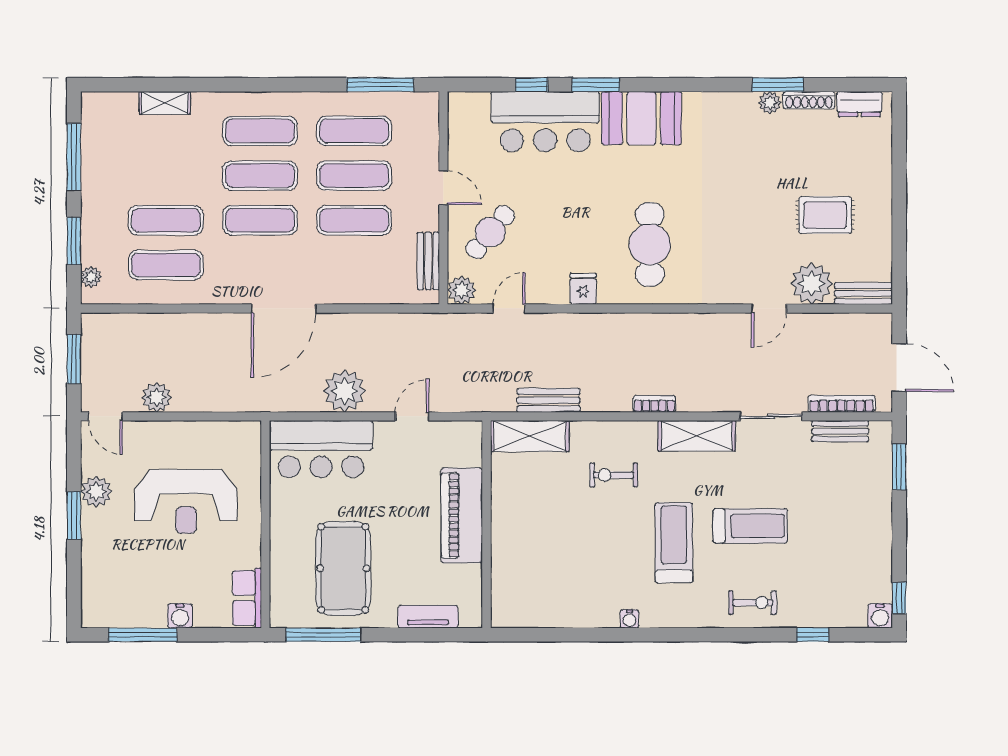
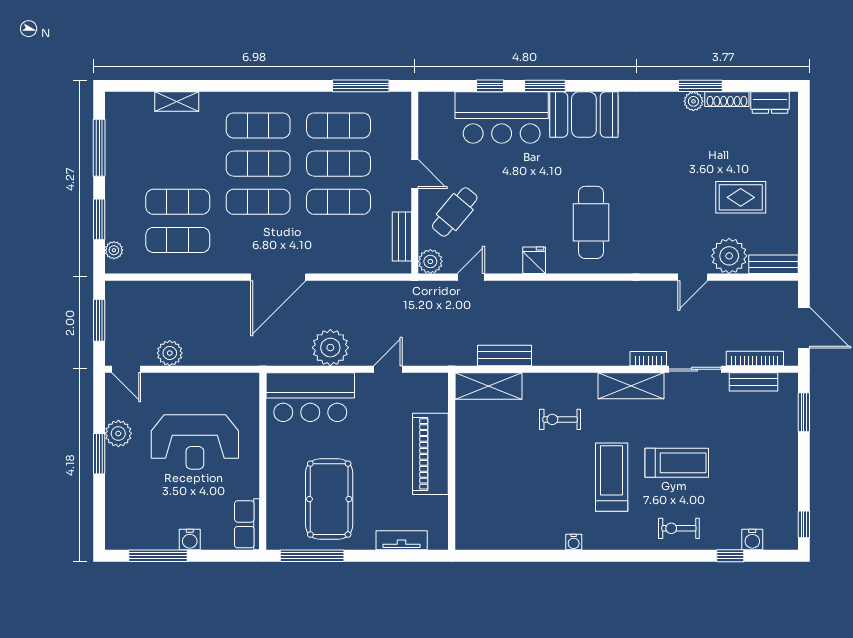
bookcase: (654, 404) -> (648, 359), moved
exercise bike: (753, 603) -> (679, 528), turned 180
water cooler: (880, 616) -> (752, 540), moved

